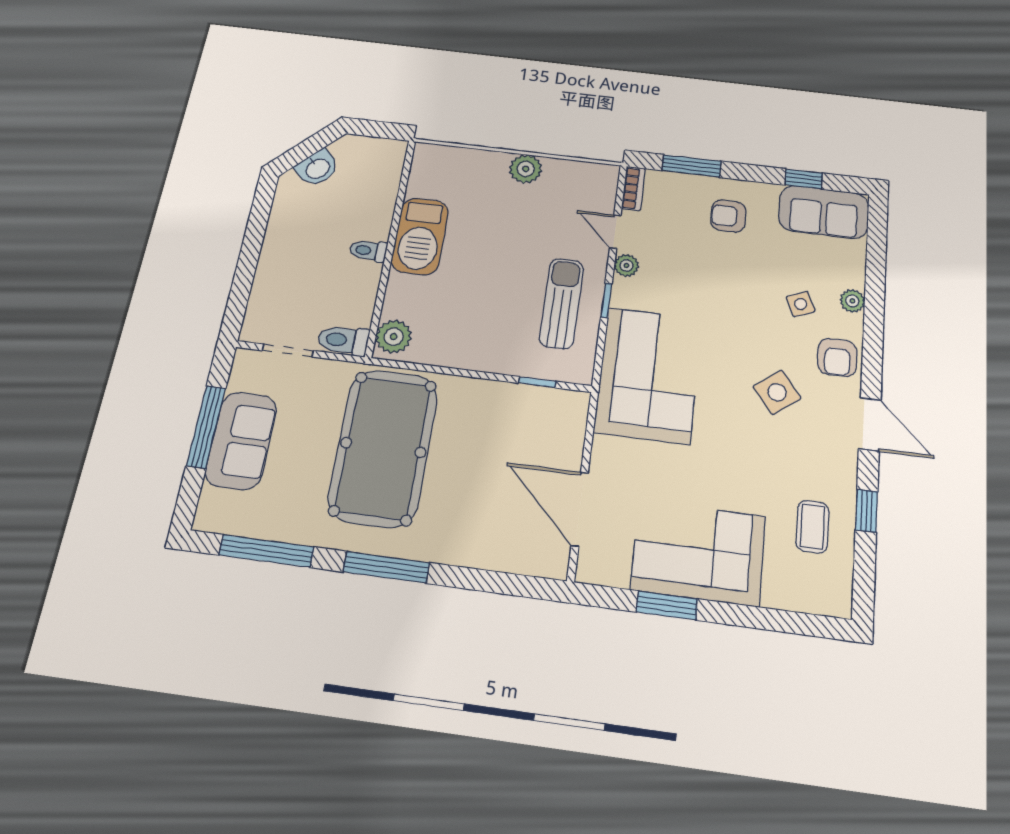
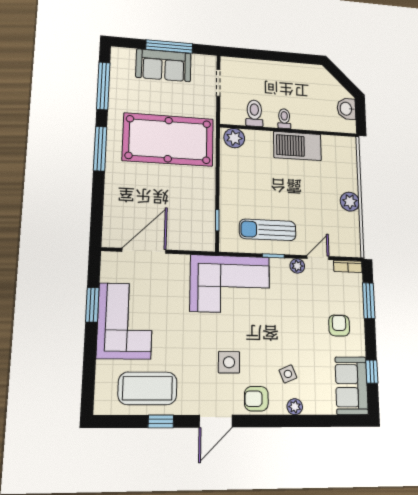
washbasin: (317, 168) -> (346, 109), moved, turned 45
sun lounger: (562, 303) -> (268, 230), turned 180
toilet: (343, 340) -> (254, 113), moved
side table: (777, 392) -> (229, 362), turned 38
coffee table: (812, 527) -> (148, 388), width x1.86, depth x1.72

